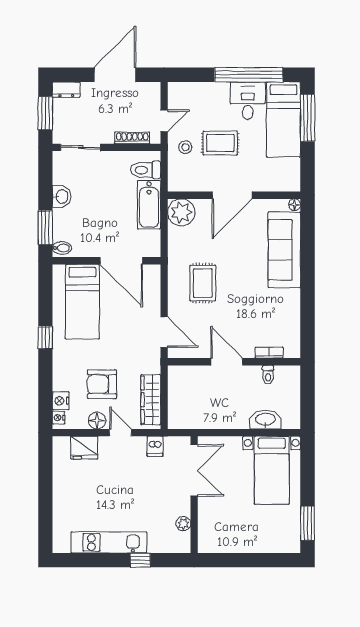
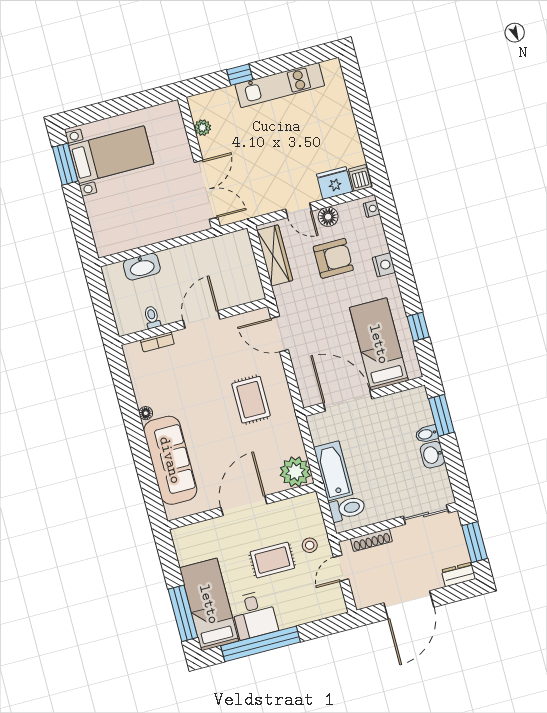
floor lamp: (295, 205) -> (146, 413), moved
bidet: (62, 248) -> (427, 434), moved
window: (45, 338) -> (418, 327), moved
door: (227, 362) -> (202, 320), swing flipped
nightstand: (61, 401) -> (384, 265), moved
dishwasher: (155, 446) -> (360, 178), moved
double door: (194, 470) -> (206, 190), swing flipped
bed with nightstands: (272, 470) -> (111, 155), moved, turned 90

